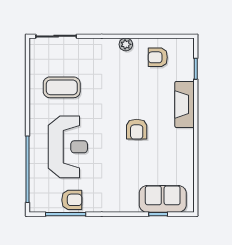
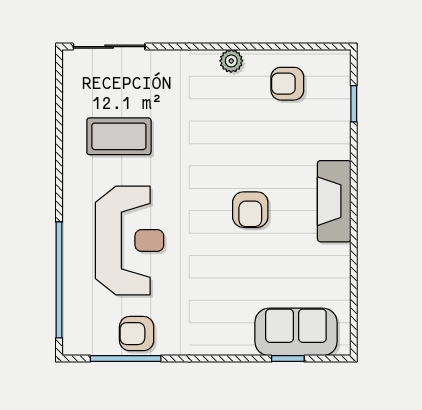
fireplace: (184, 104) -> (334, 201), moved
armchair: (72, 200) -> (137, 334), turned 180

